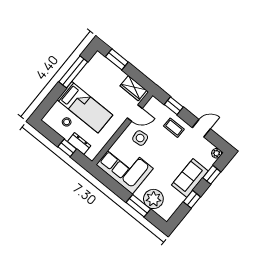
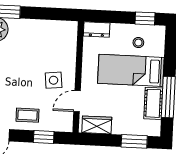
cot: (86, 75) -> (153, 103), added
dresser: (79, 144) -> (97, 30), moved
window: (67, 148) -> (145, 18), moved
corner sofa: (125, 167) -> (48, 40), removed

